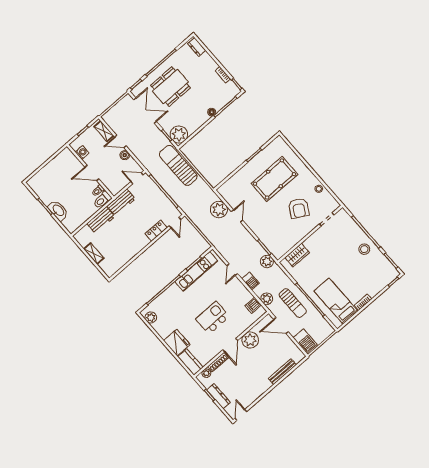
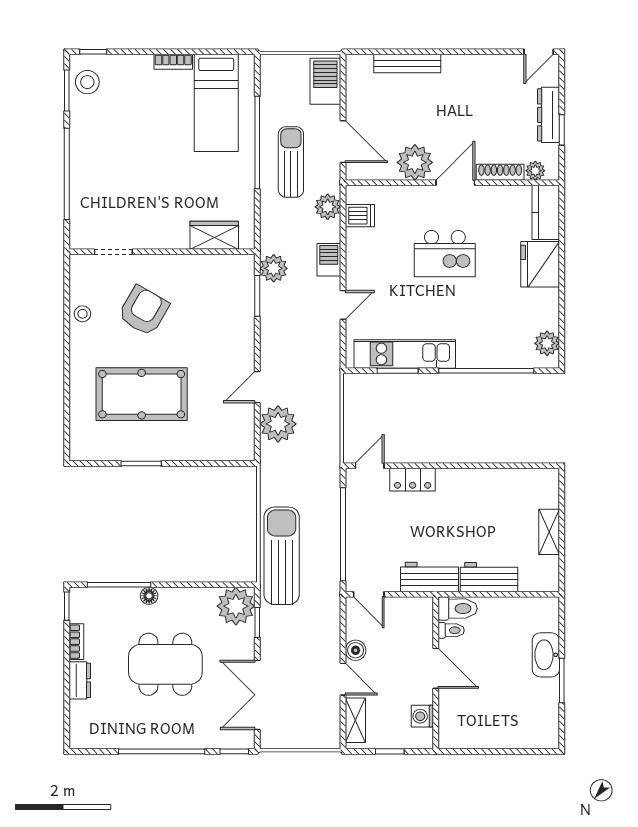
dresser: (197, 47) -> (80, 680), moved
dining table: (170, 86) -> (165, 664), moved
sun lounger: (178, 165) -> (282, 556), turned 180
stool: (364, 249) -> (87, 82), moved

